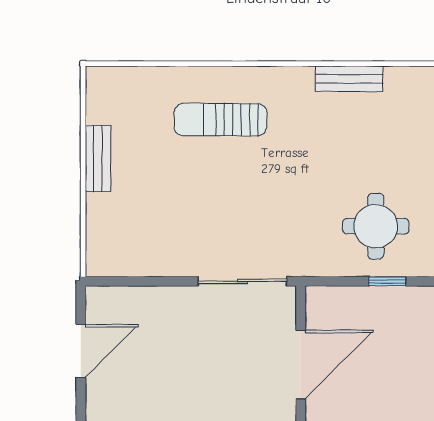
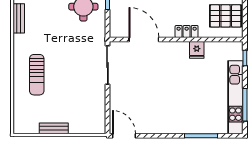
door: (81, 351) -> (124, 136), moved

